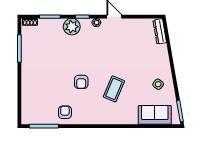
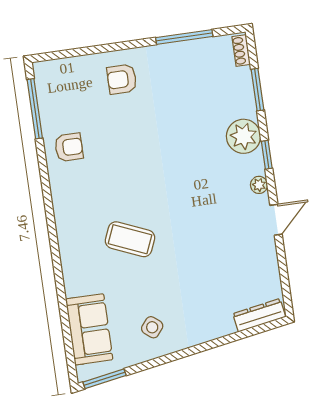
armchair: (81, 82) -> (122, 79), moved

